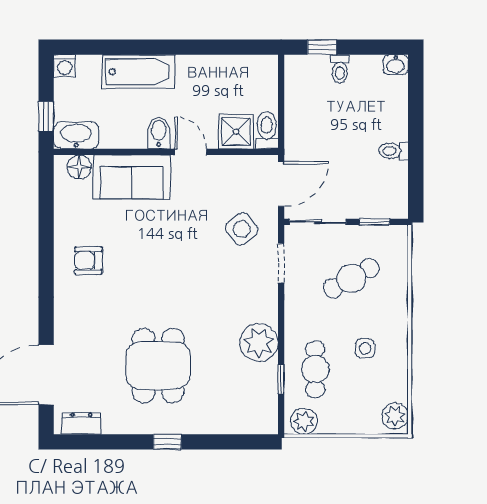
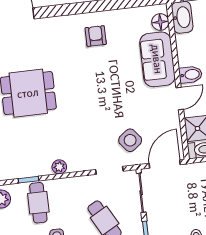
door: (281, 184) -> (165, 164), swing flipped
plant: (259, 343) -> (59, 167), width x0.53, depth x0.53
cafe table: (315, 369) -> (38, 203), turned 90

